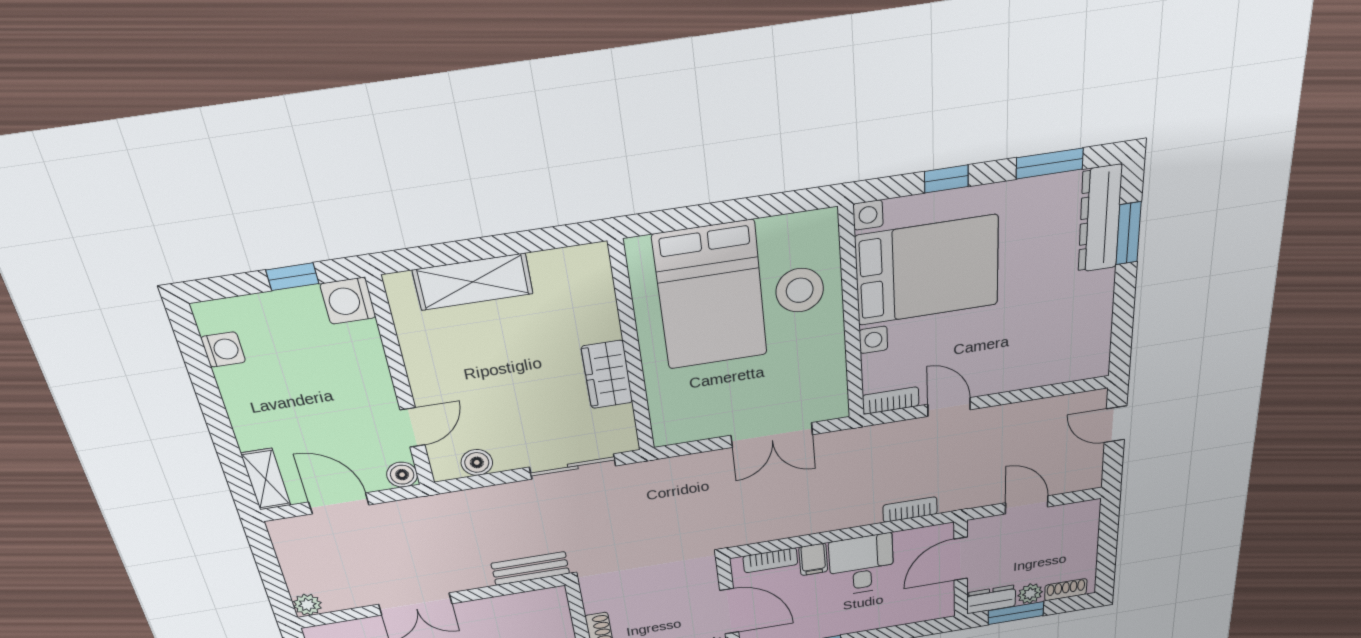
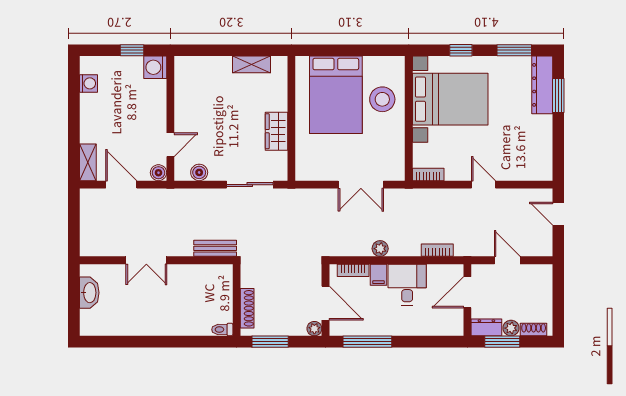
shelving: (473, 282) -> (252, 64), moved, width x0.67, depth x0.75
door: (949, 407) -> (484, 185), moved
plant: (307, 605) -> (380, 249), moved

